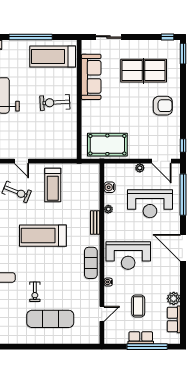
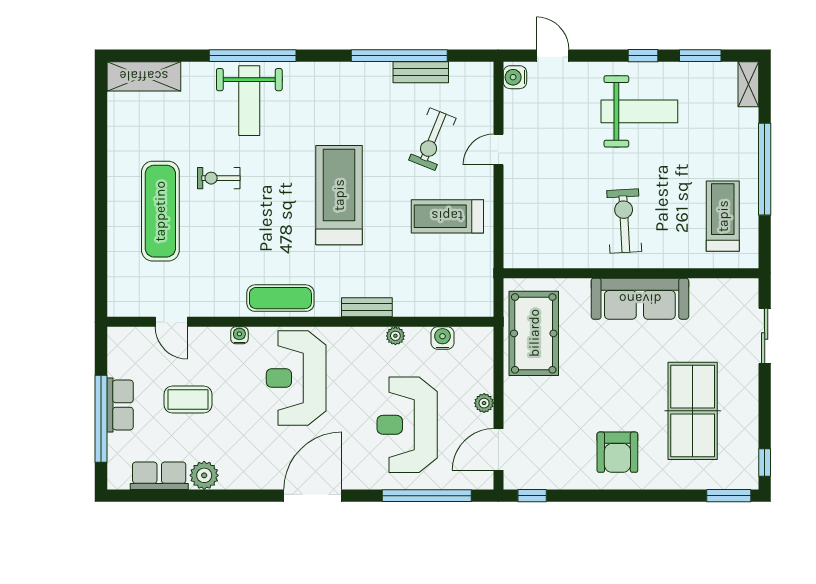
treadmill: (53, 56) -> (723, 216), width x0.73, depth x0.73
sofa: (91, 77) -> (640, 299), moved

